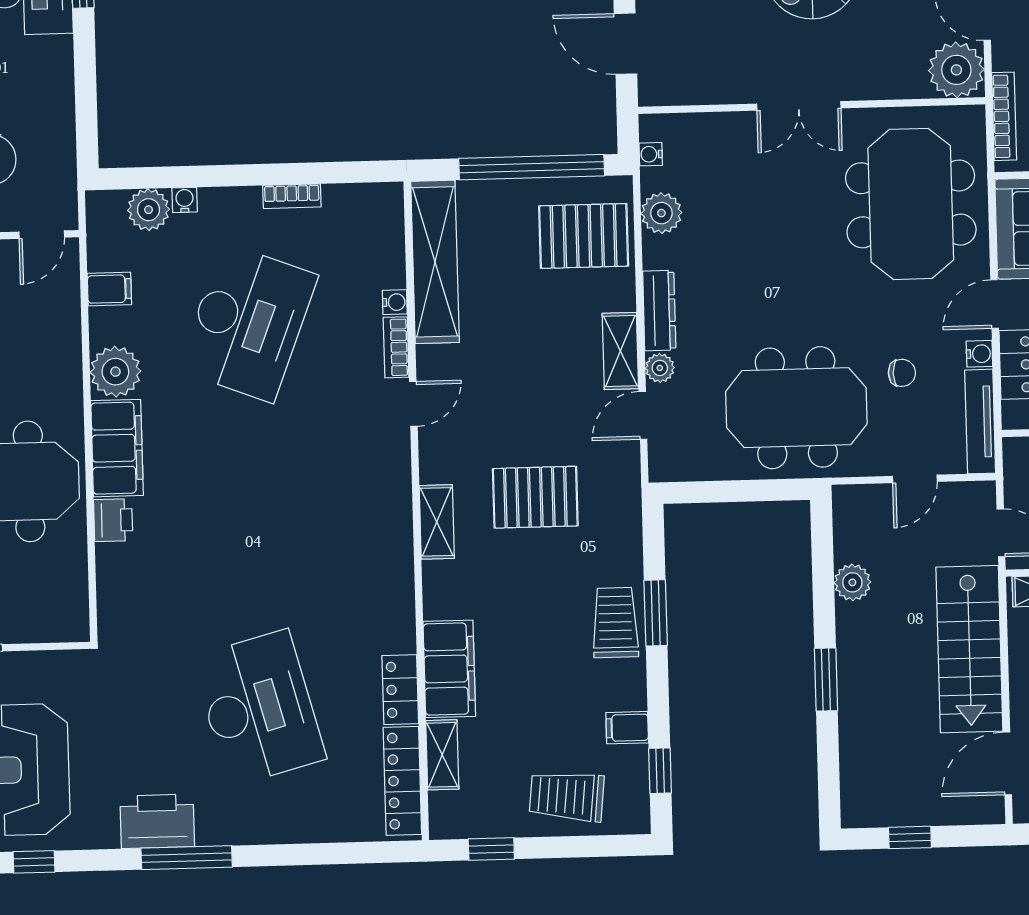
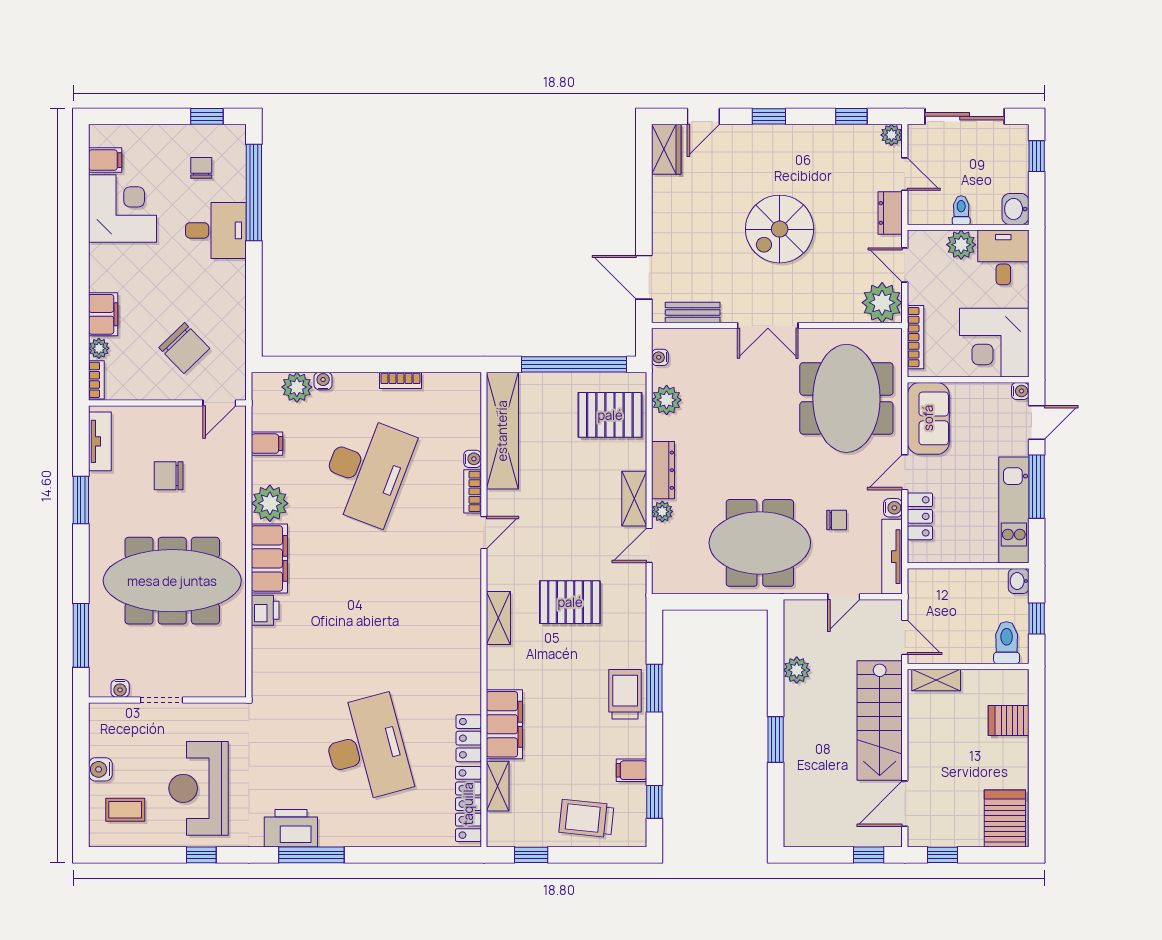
bench: (694, 91) -> (693, 313), added
window: (910, 837) -> (869, 855), moved

